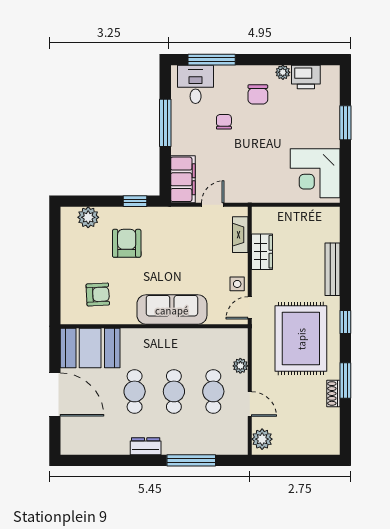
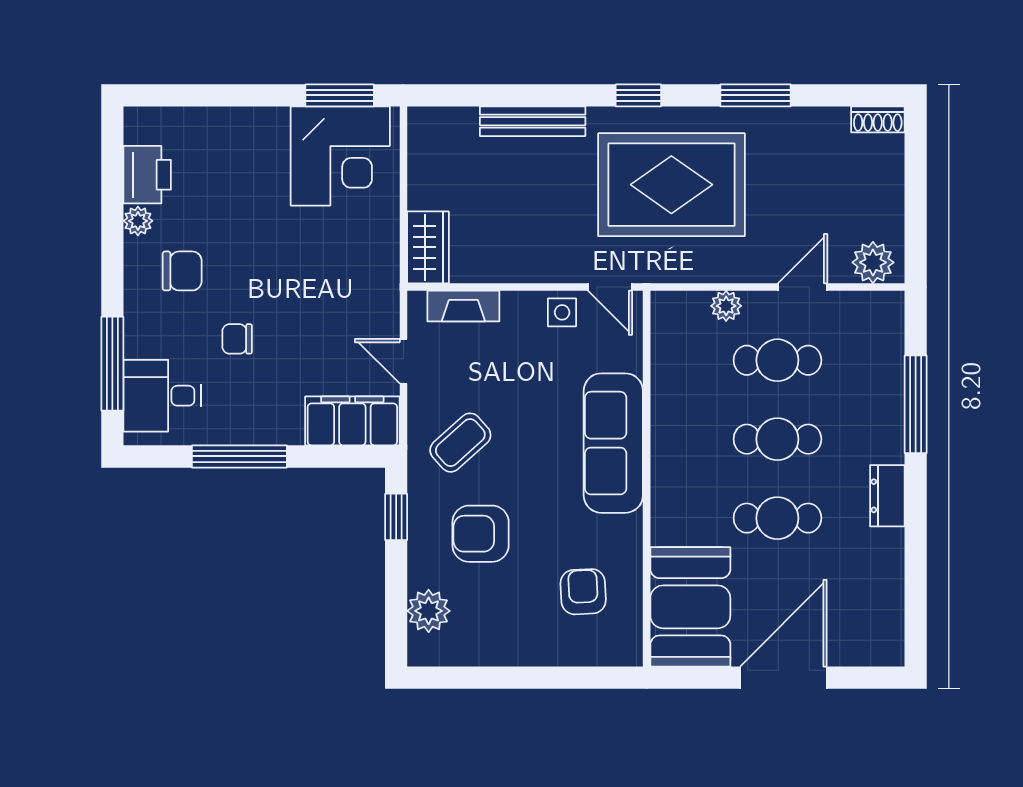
window: (345, 123) -> (340, 95), moved
coffee table: (172, 233) -> (460, 443), added
wardrobe: (262, 252) -> (428, 247), moved, turned 90
shoe rack: (333, 393) -> (878, 119), moved

